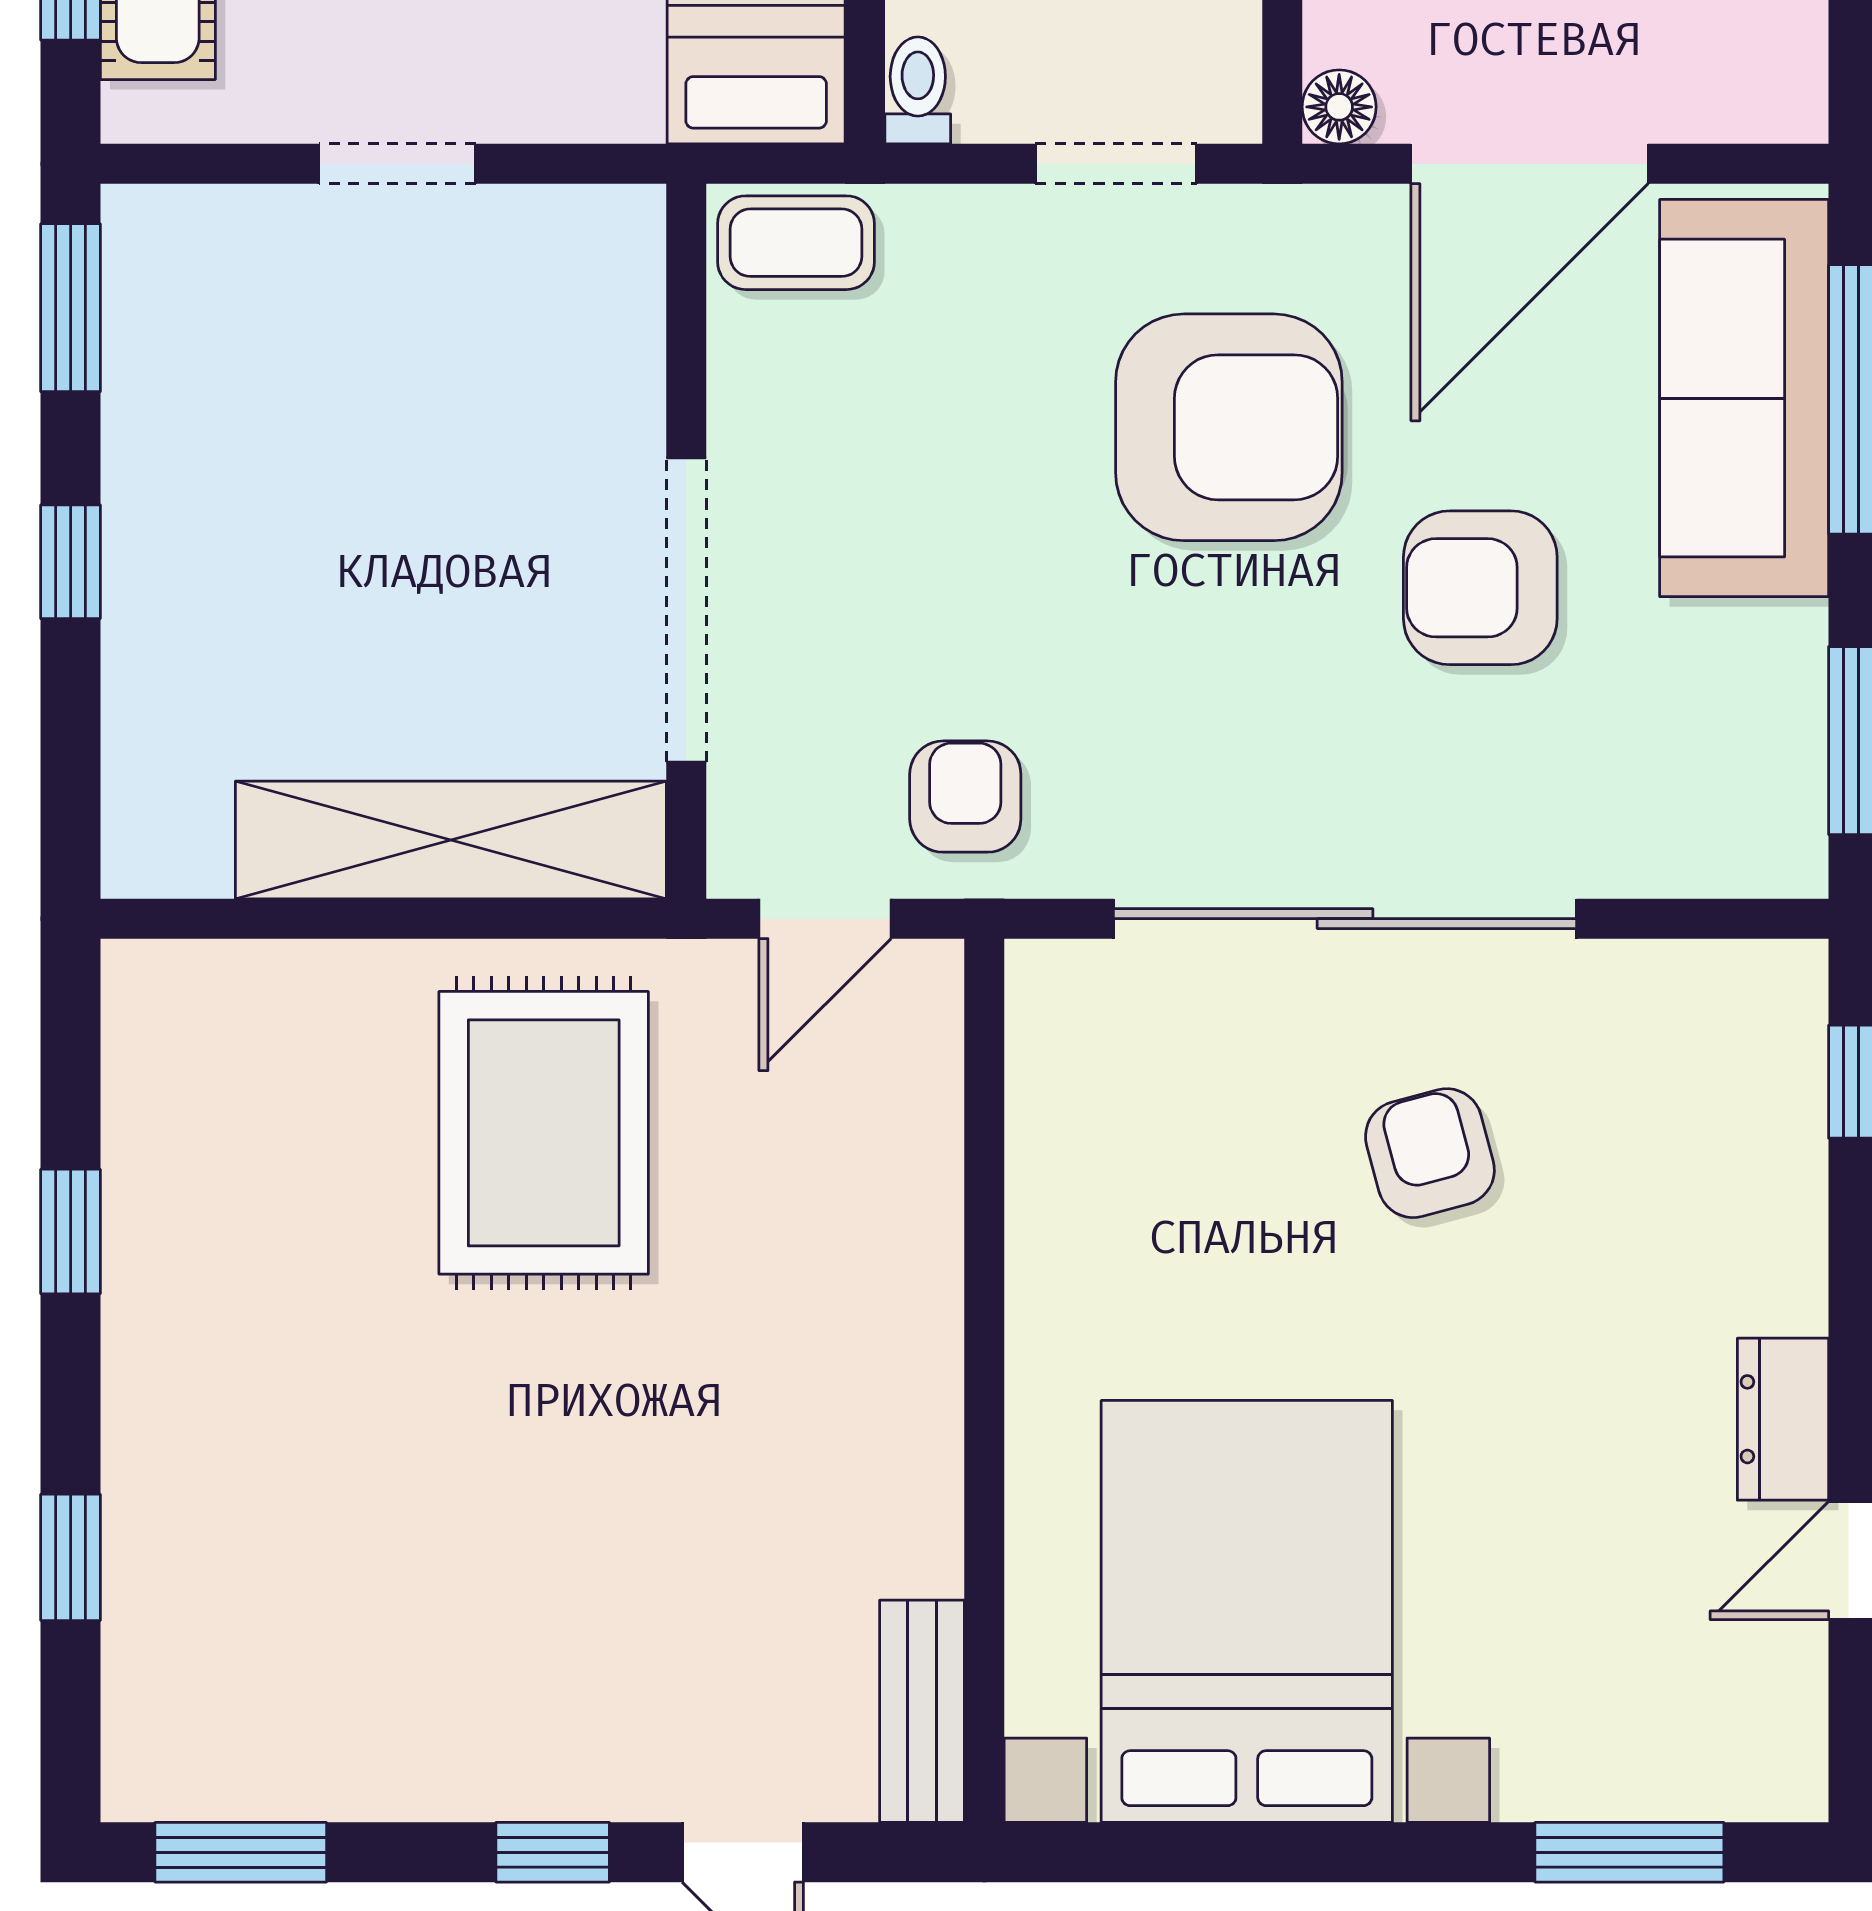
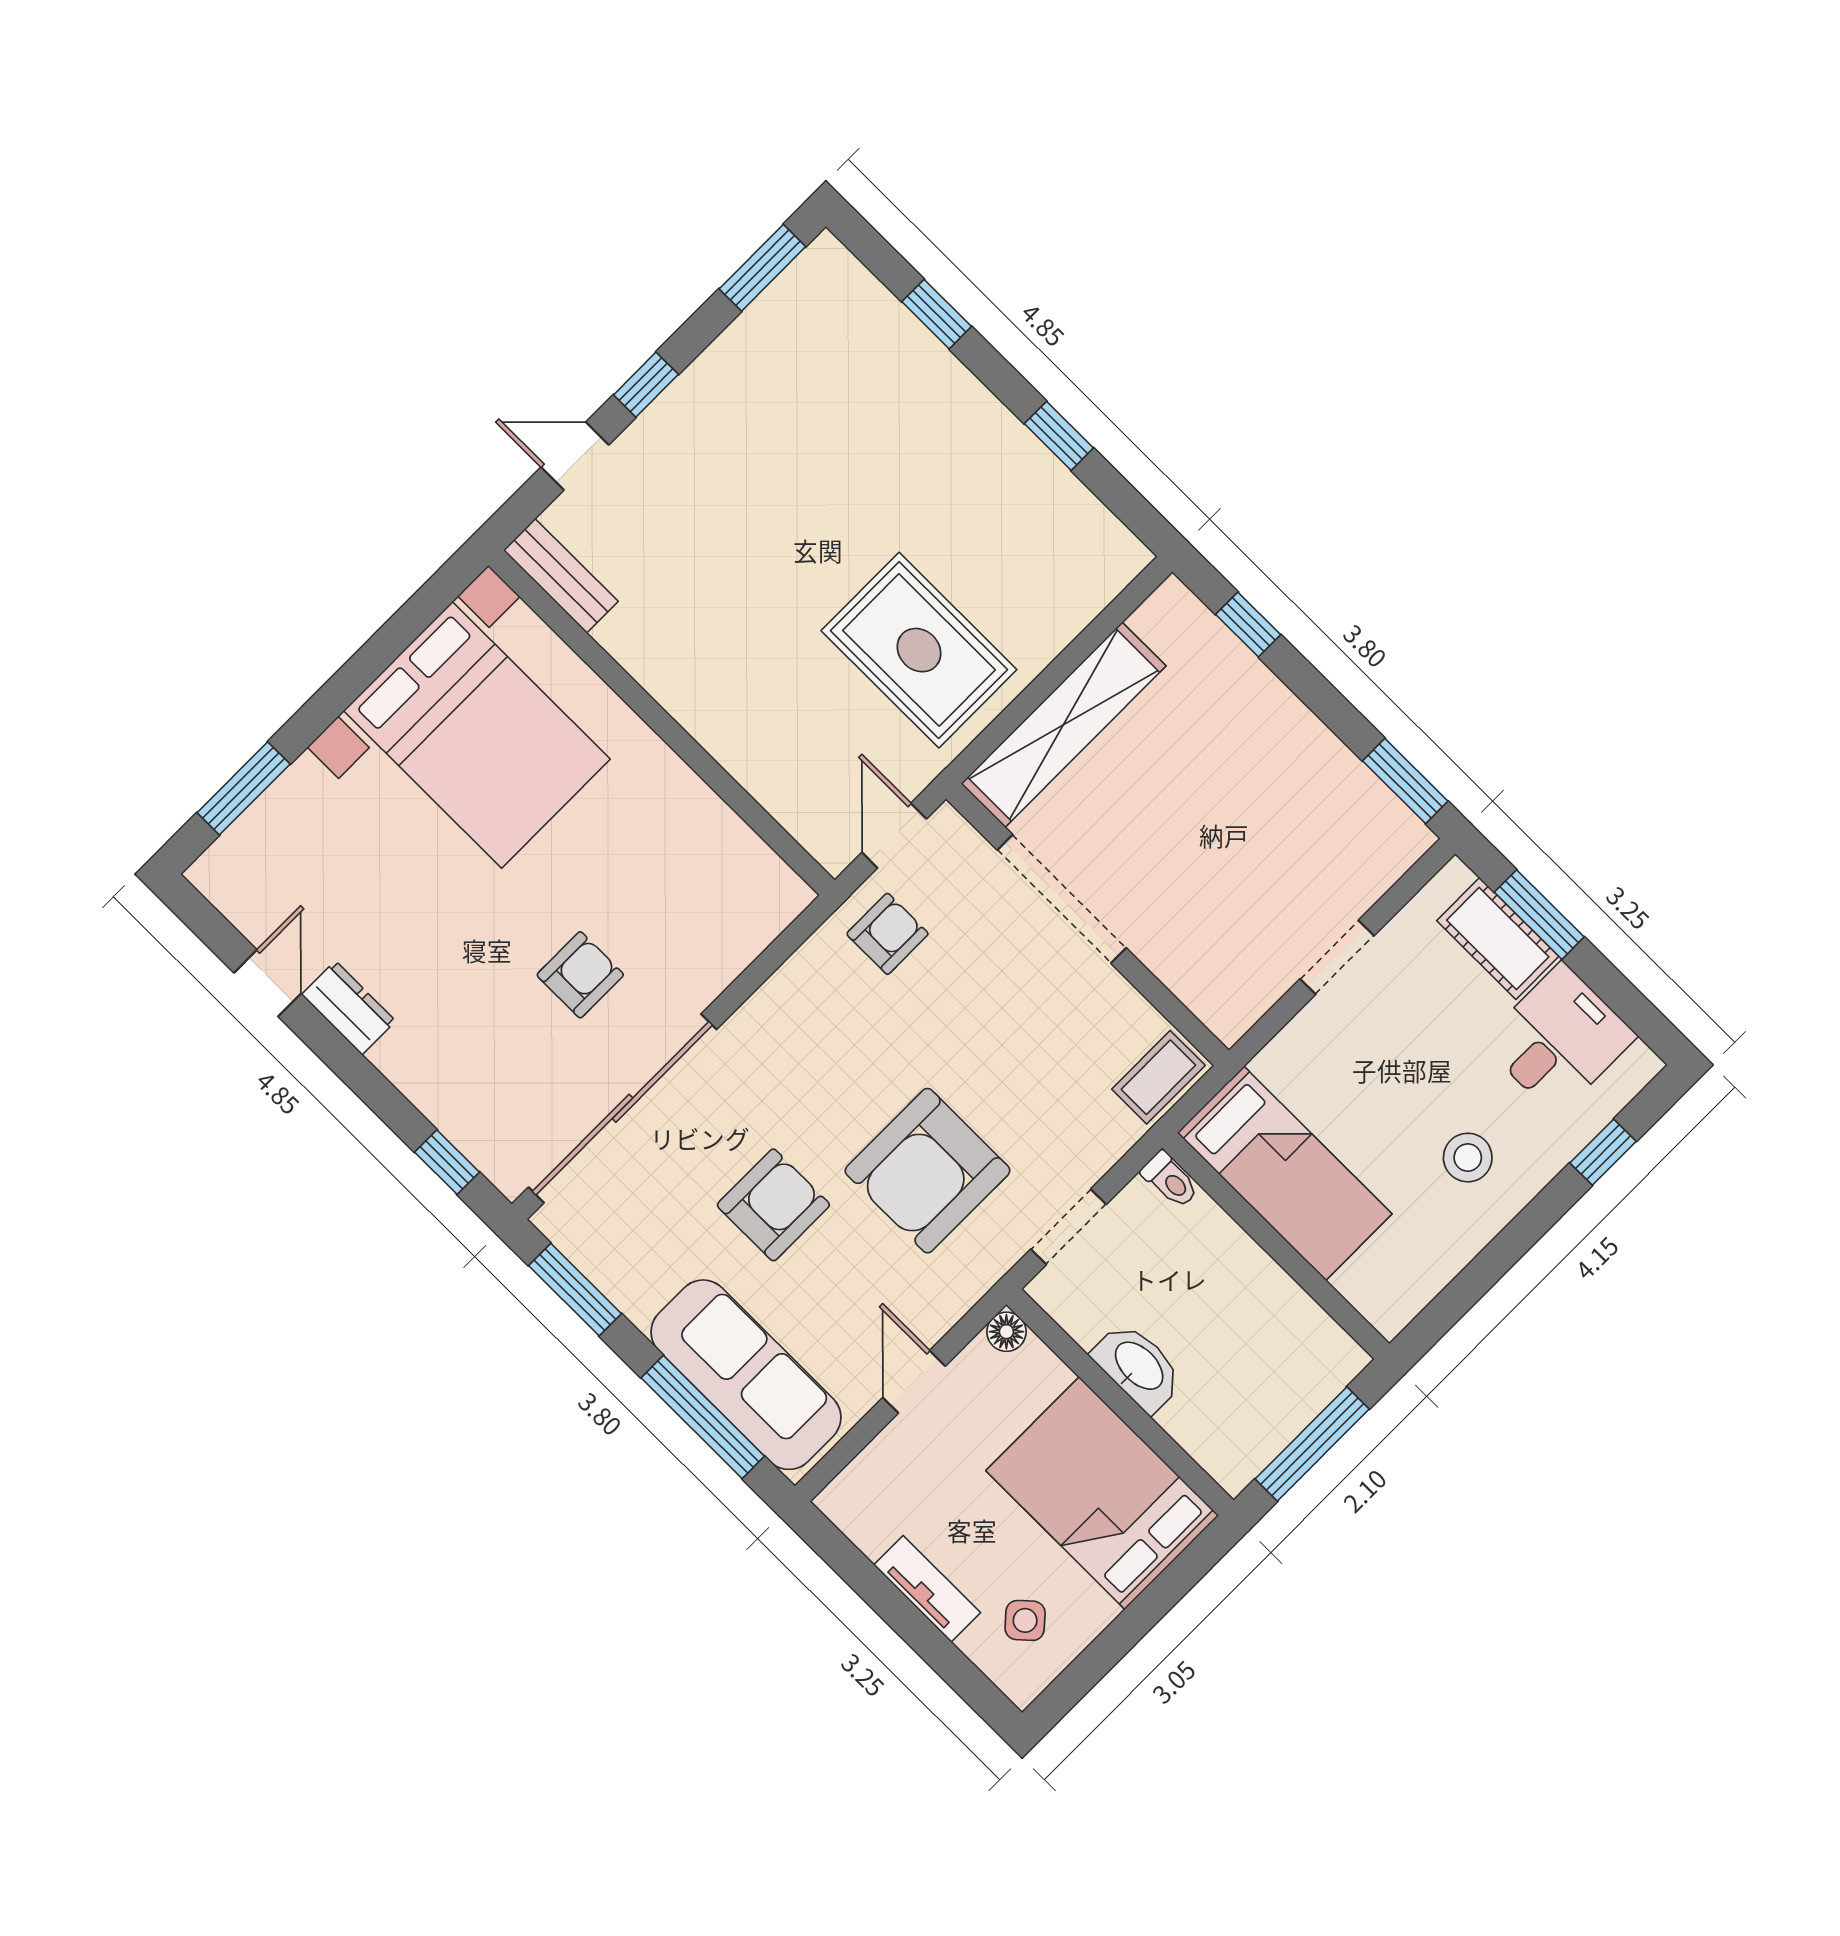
door: (1530, 164) -> (914, 1382), width x0.53
window: (71, 562) -> (1248, 625), moved
armchair: (965, 797) -> (888, 934), turned -90
sliding door: (1345, 919) -> (622, 1108), moved
armchair: (1430, 1153) -> (580, 975), turned -75

